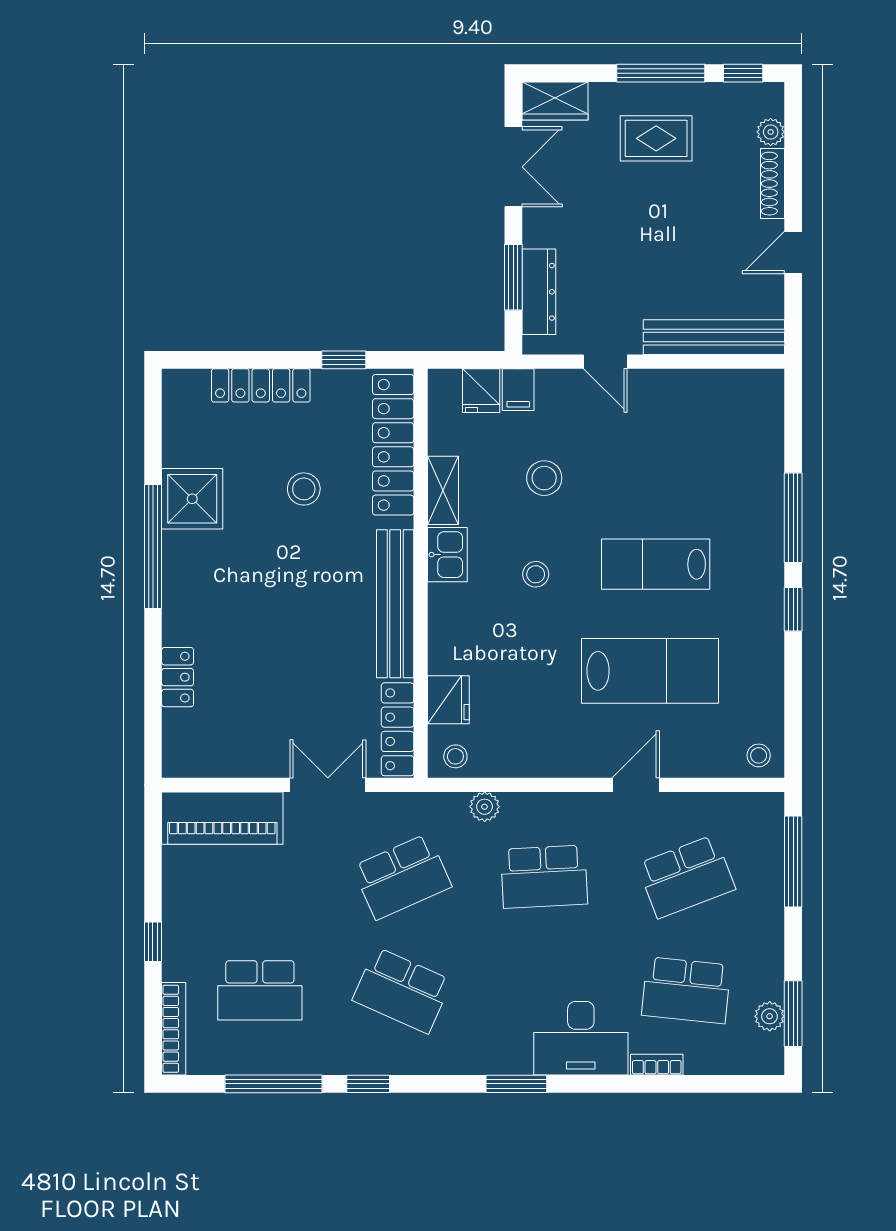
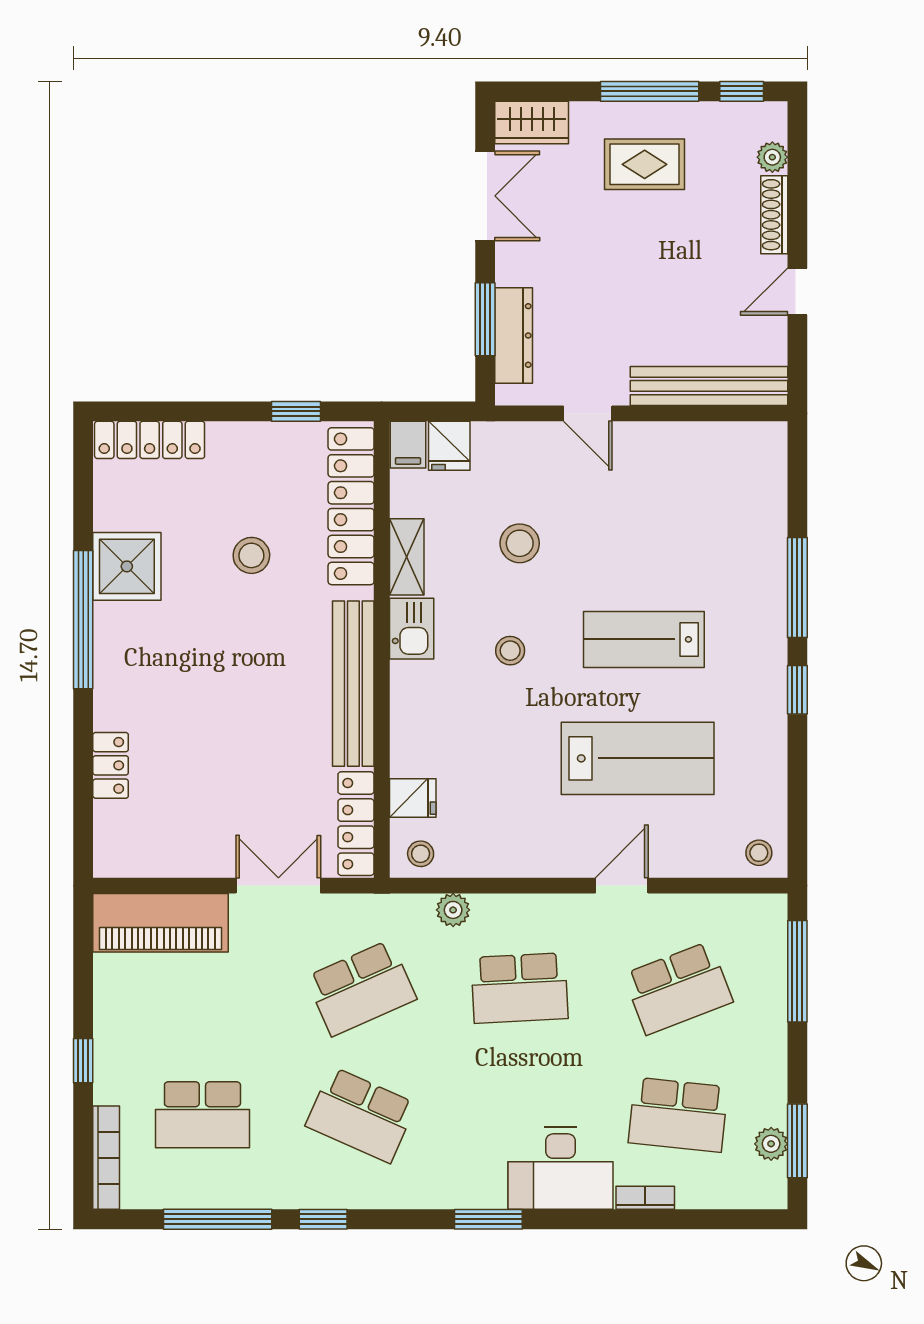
locker: (261, 385) -> (150, 440), moved
filing cabinet: (518, 390) -> (408, 445), moved
fridge: (448, 700) -> (413, 798), width x0.72

